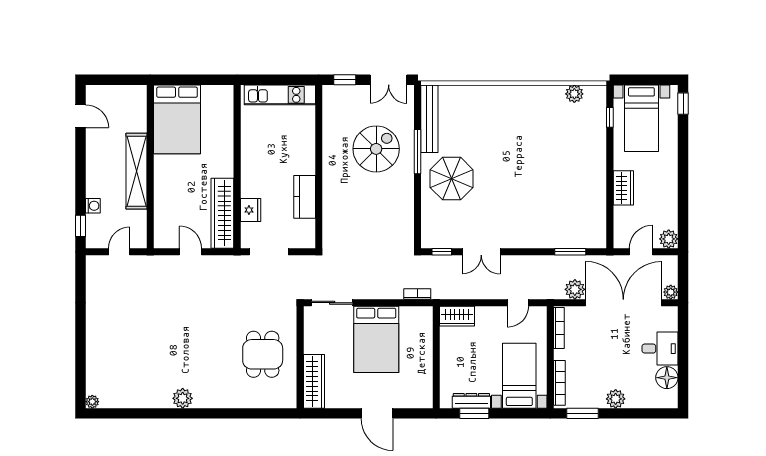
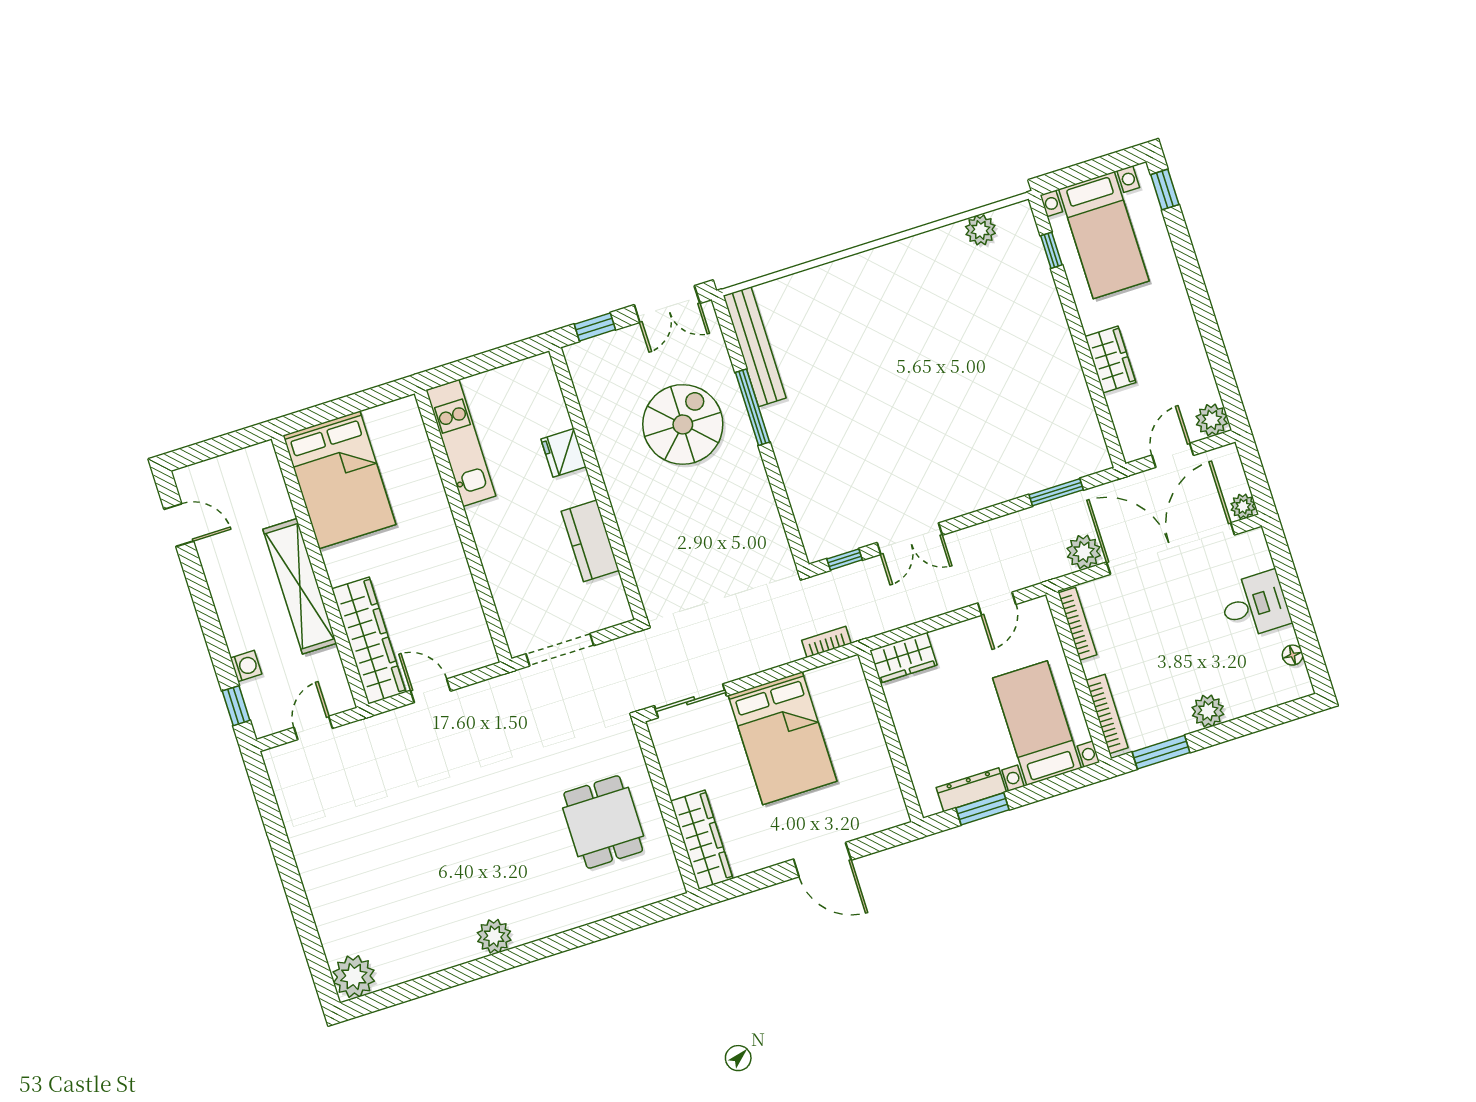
kitchen unit: (280, 95) -> (461, 443), moved, turned -90
parasol: (452, 179) -> (823, 434), removed
fridge: (251, 210) -> (564, 453), moved, turned 180
wardrobe: (222, 213) -> (369, 641), moved, turned 180
floor lamp: (667, 378) -> (1293, 655), width x0.53, depth x0.53
plant: (92, 402) -> (354, 976), width x1.88, depth x1.88

